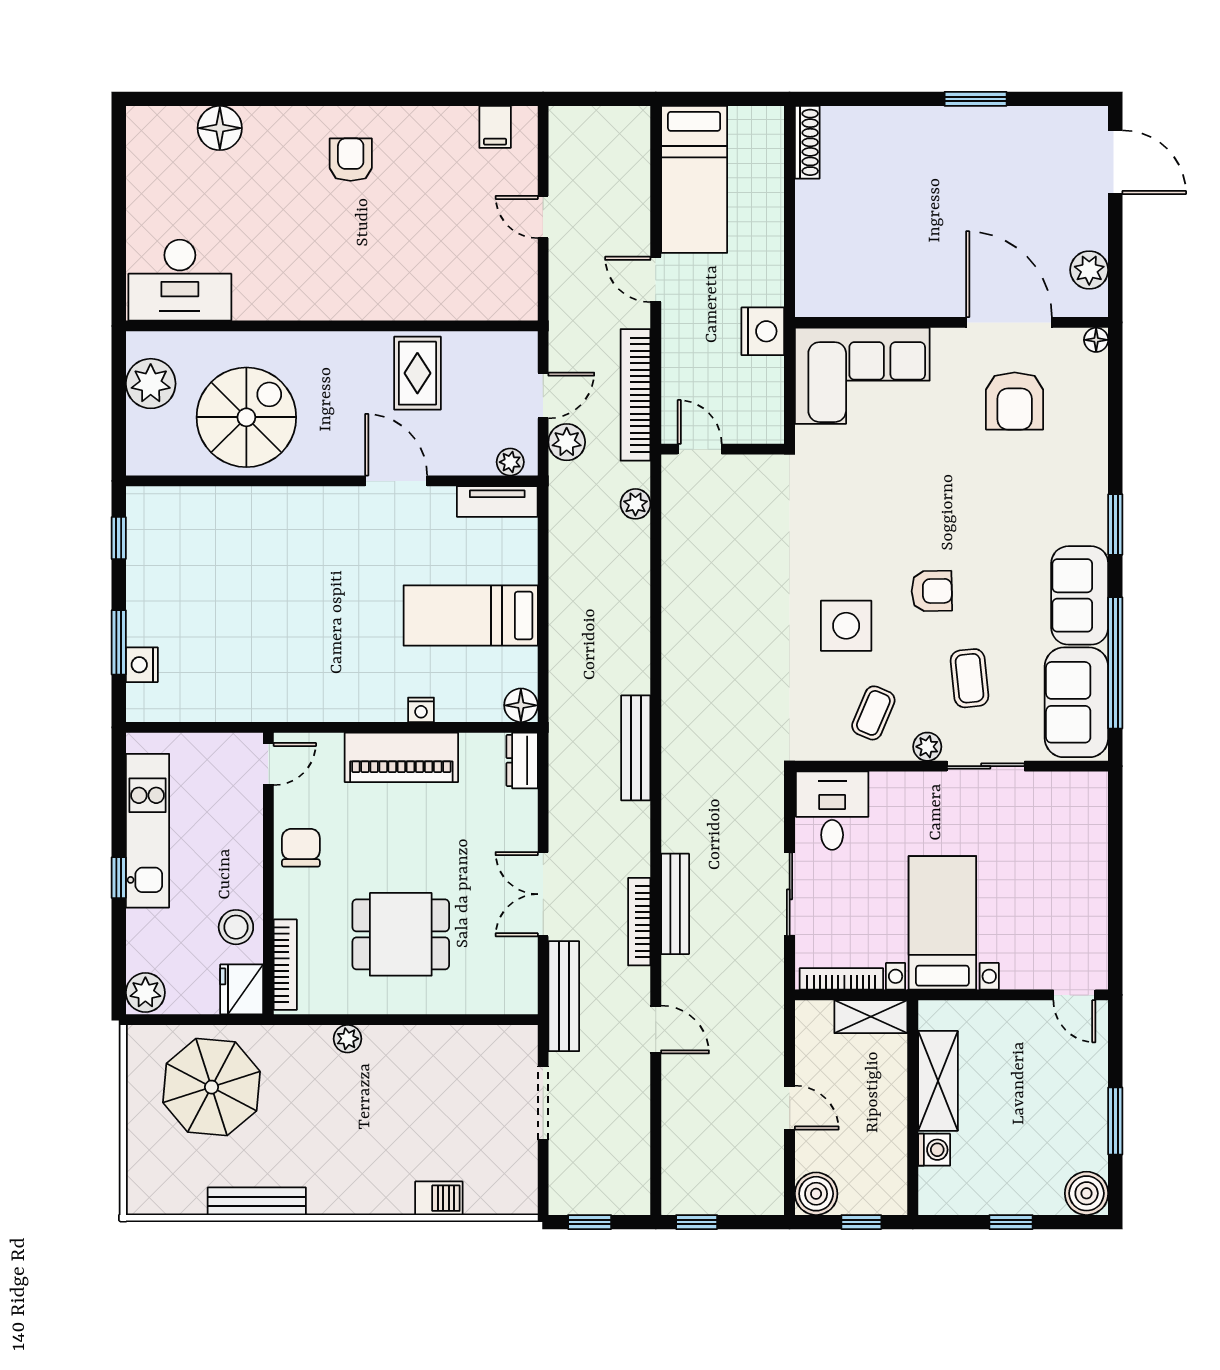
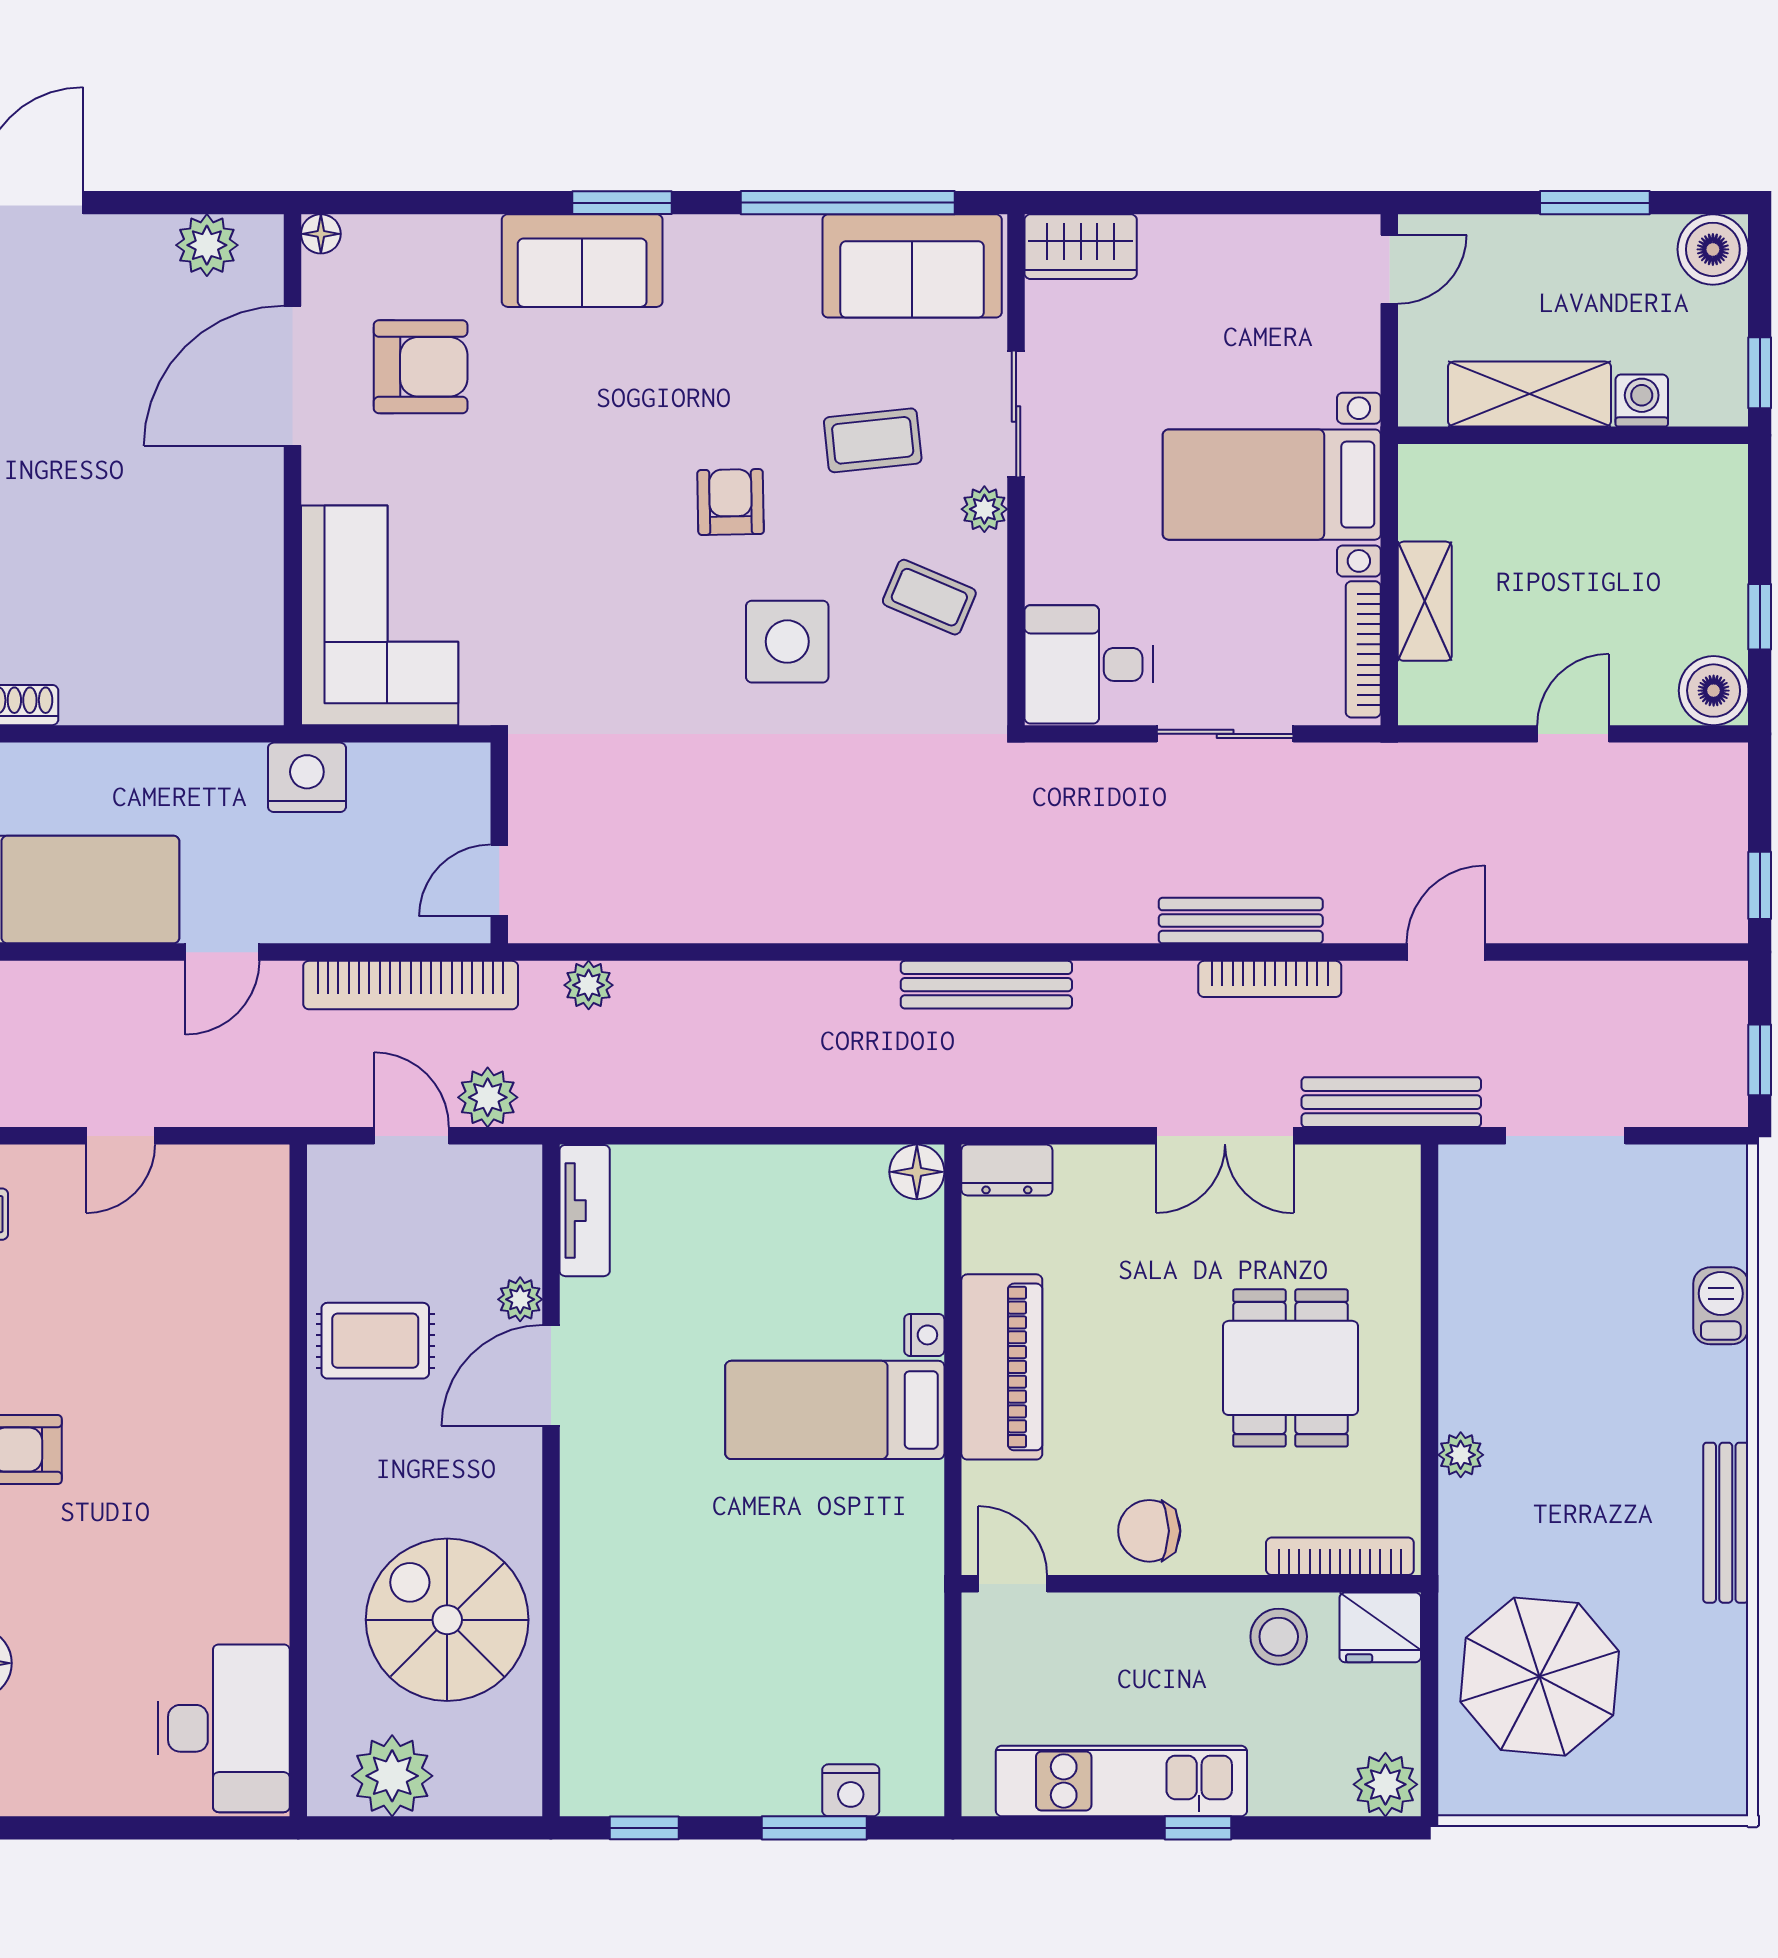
plant: (510, 462) -> (520, 1299), moved
sofa: (1080, 595) -> (582, 261), moved
bed: (471, 616) -> (835, 1410), moved, turned 90
wardrobe: (1088, 806) -> (1081, 247), added
shelving: (938, 1081) -> (1530, 394), moved
wall: (913, 1108) -> (1573, 435), moved
washing machine: (934, 1150) -> (1642, 400), moved
bench: (257, 1201) -> (1726, 1523), moved

